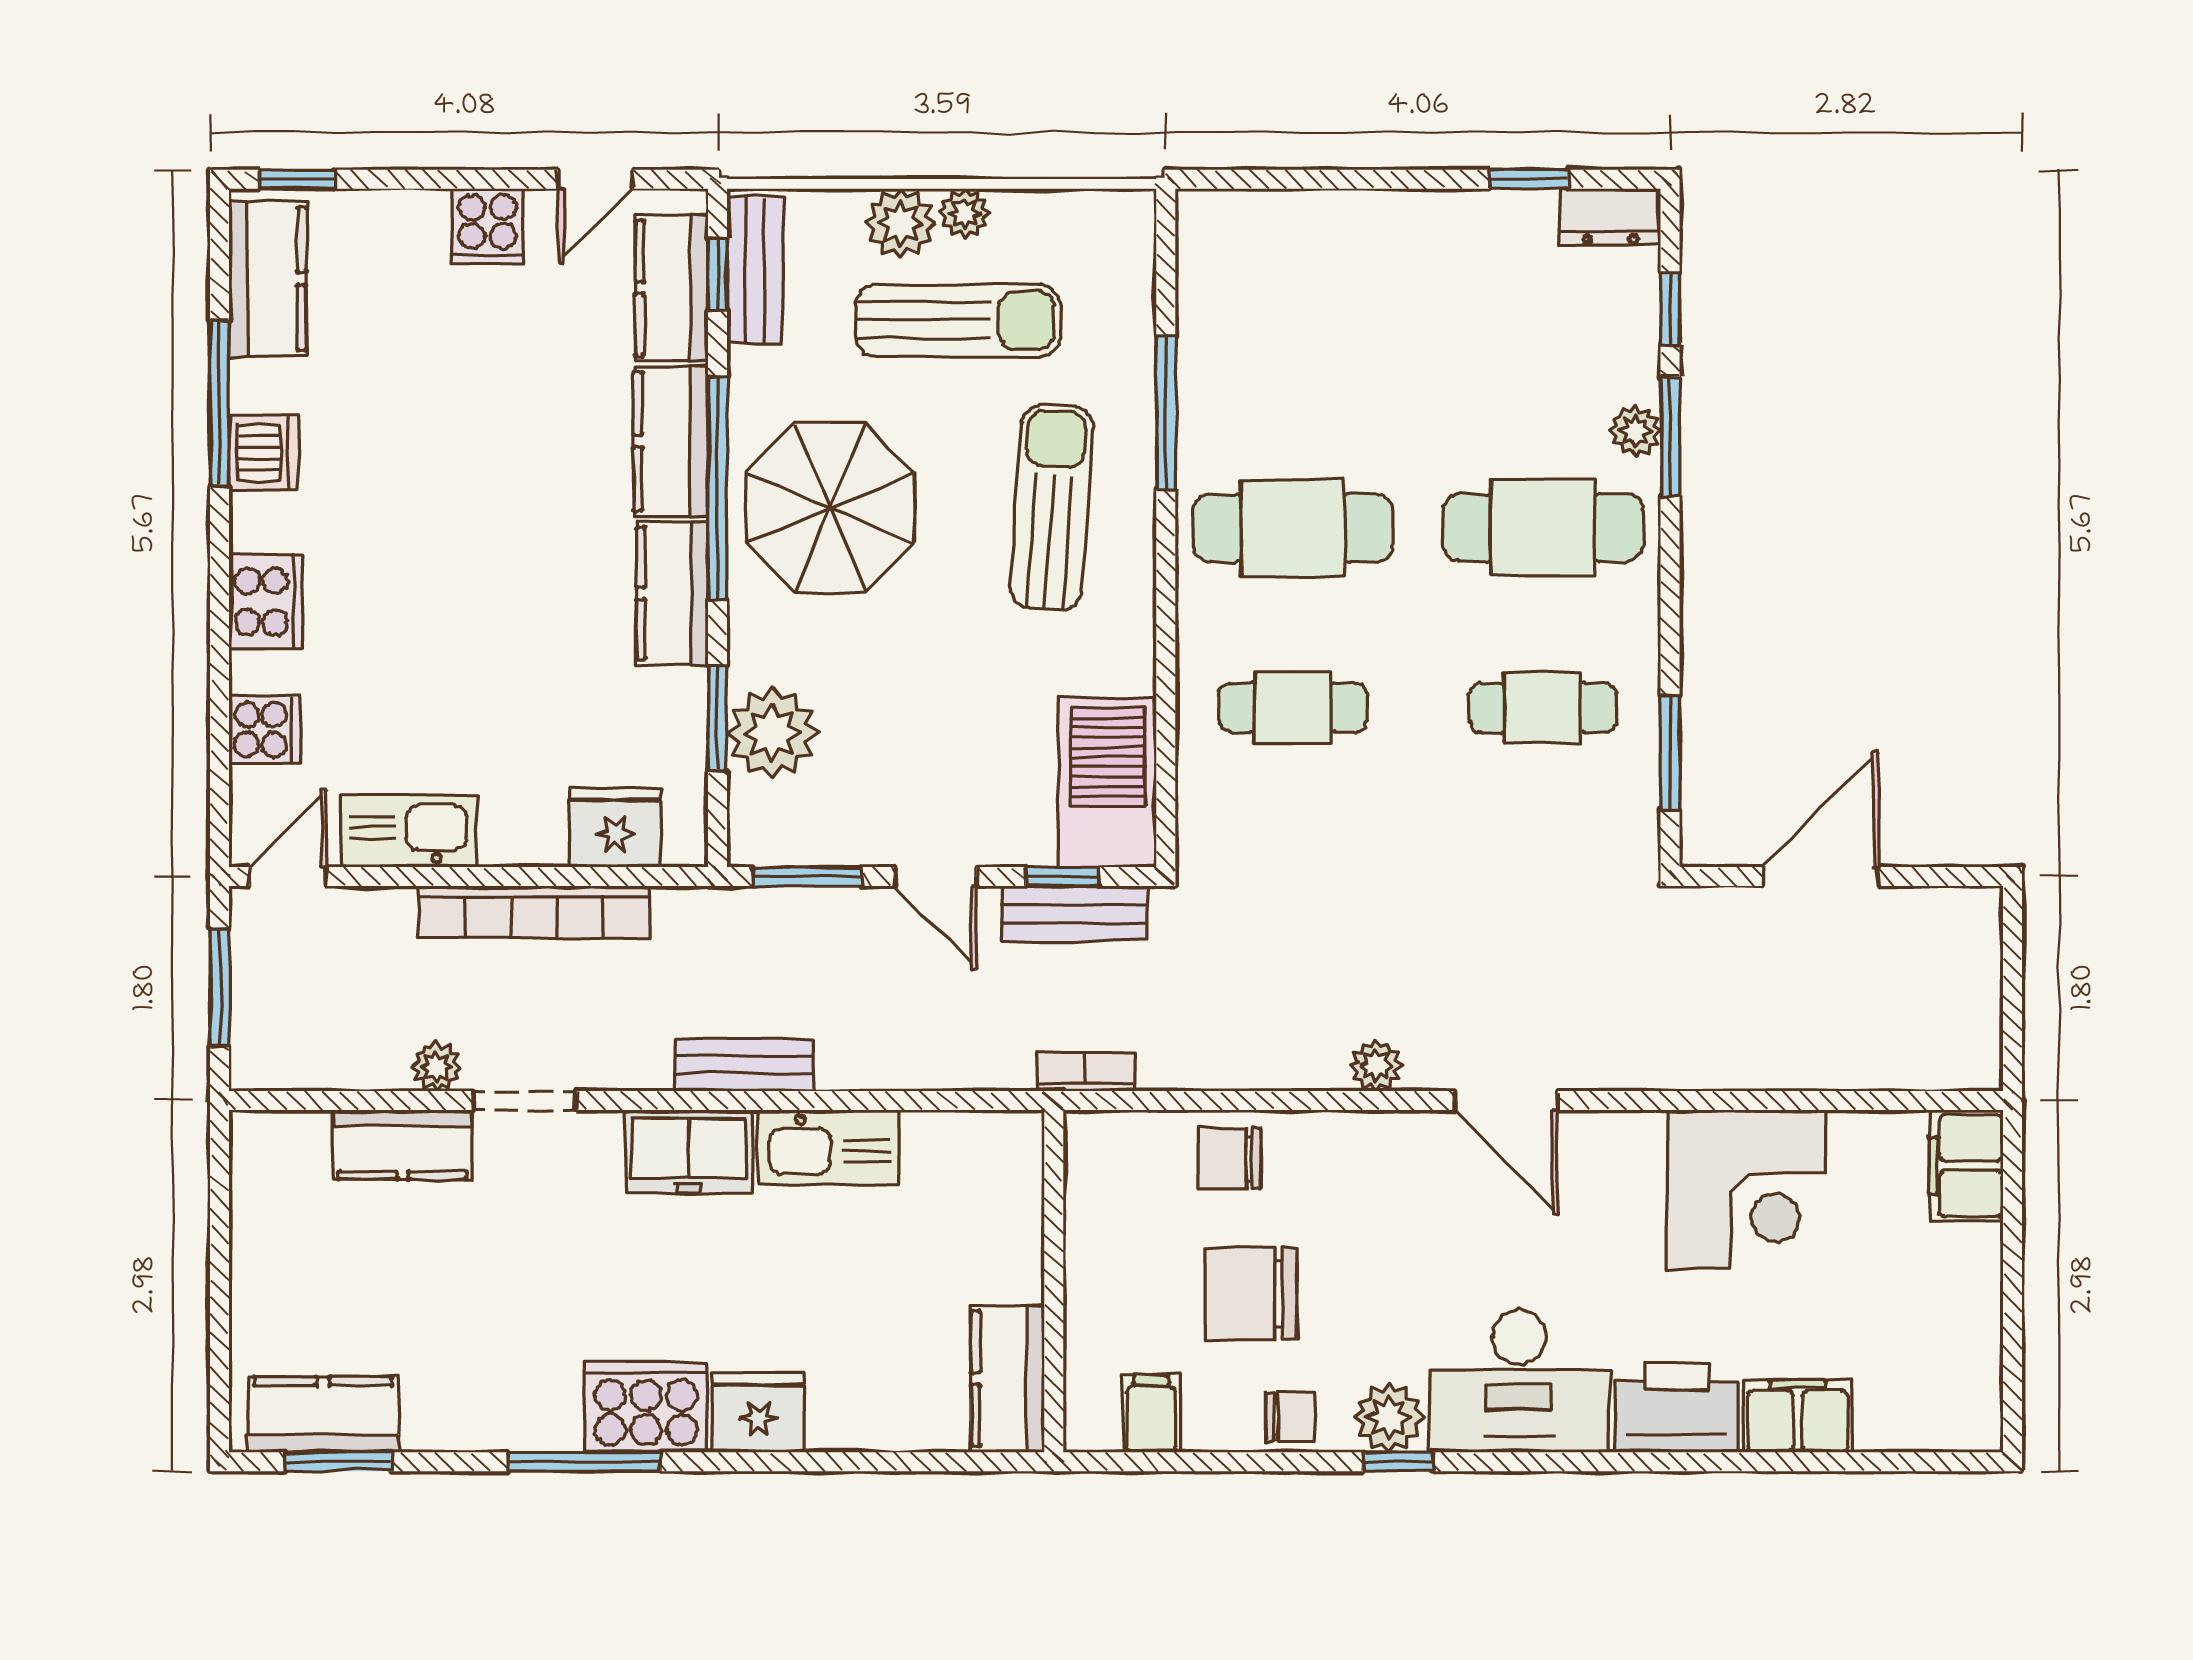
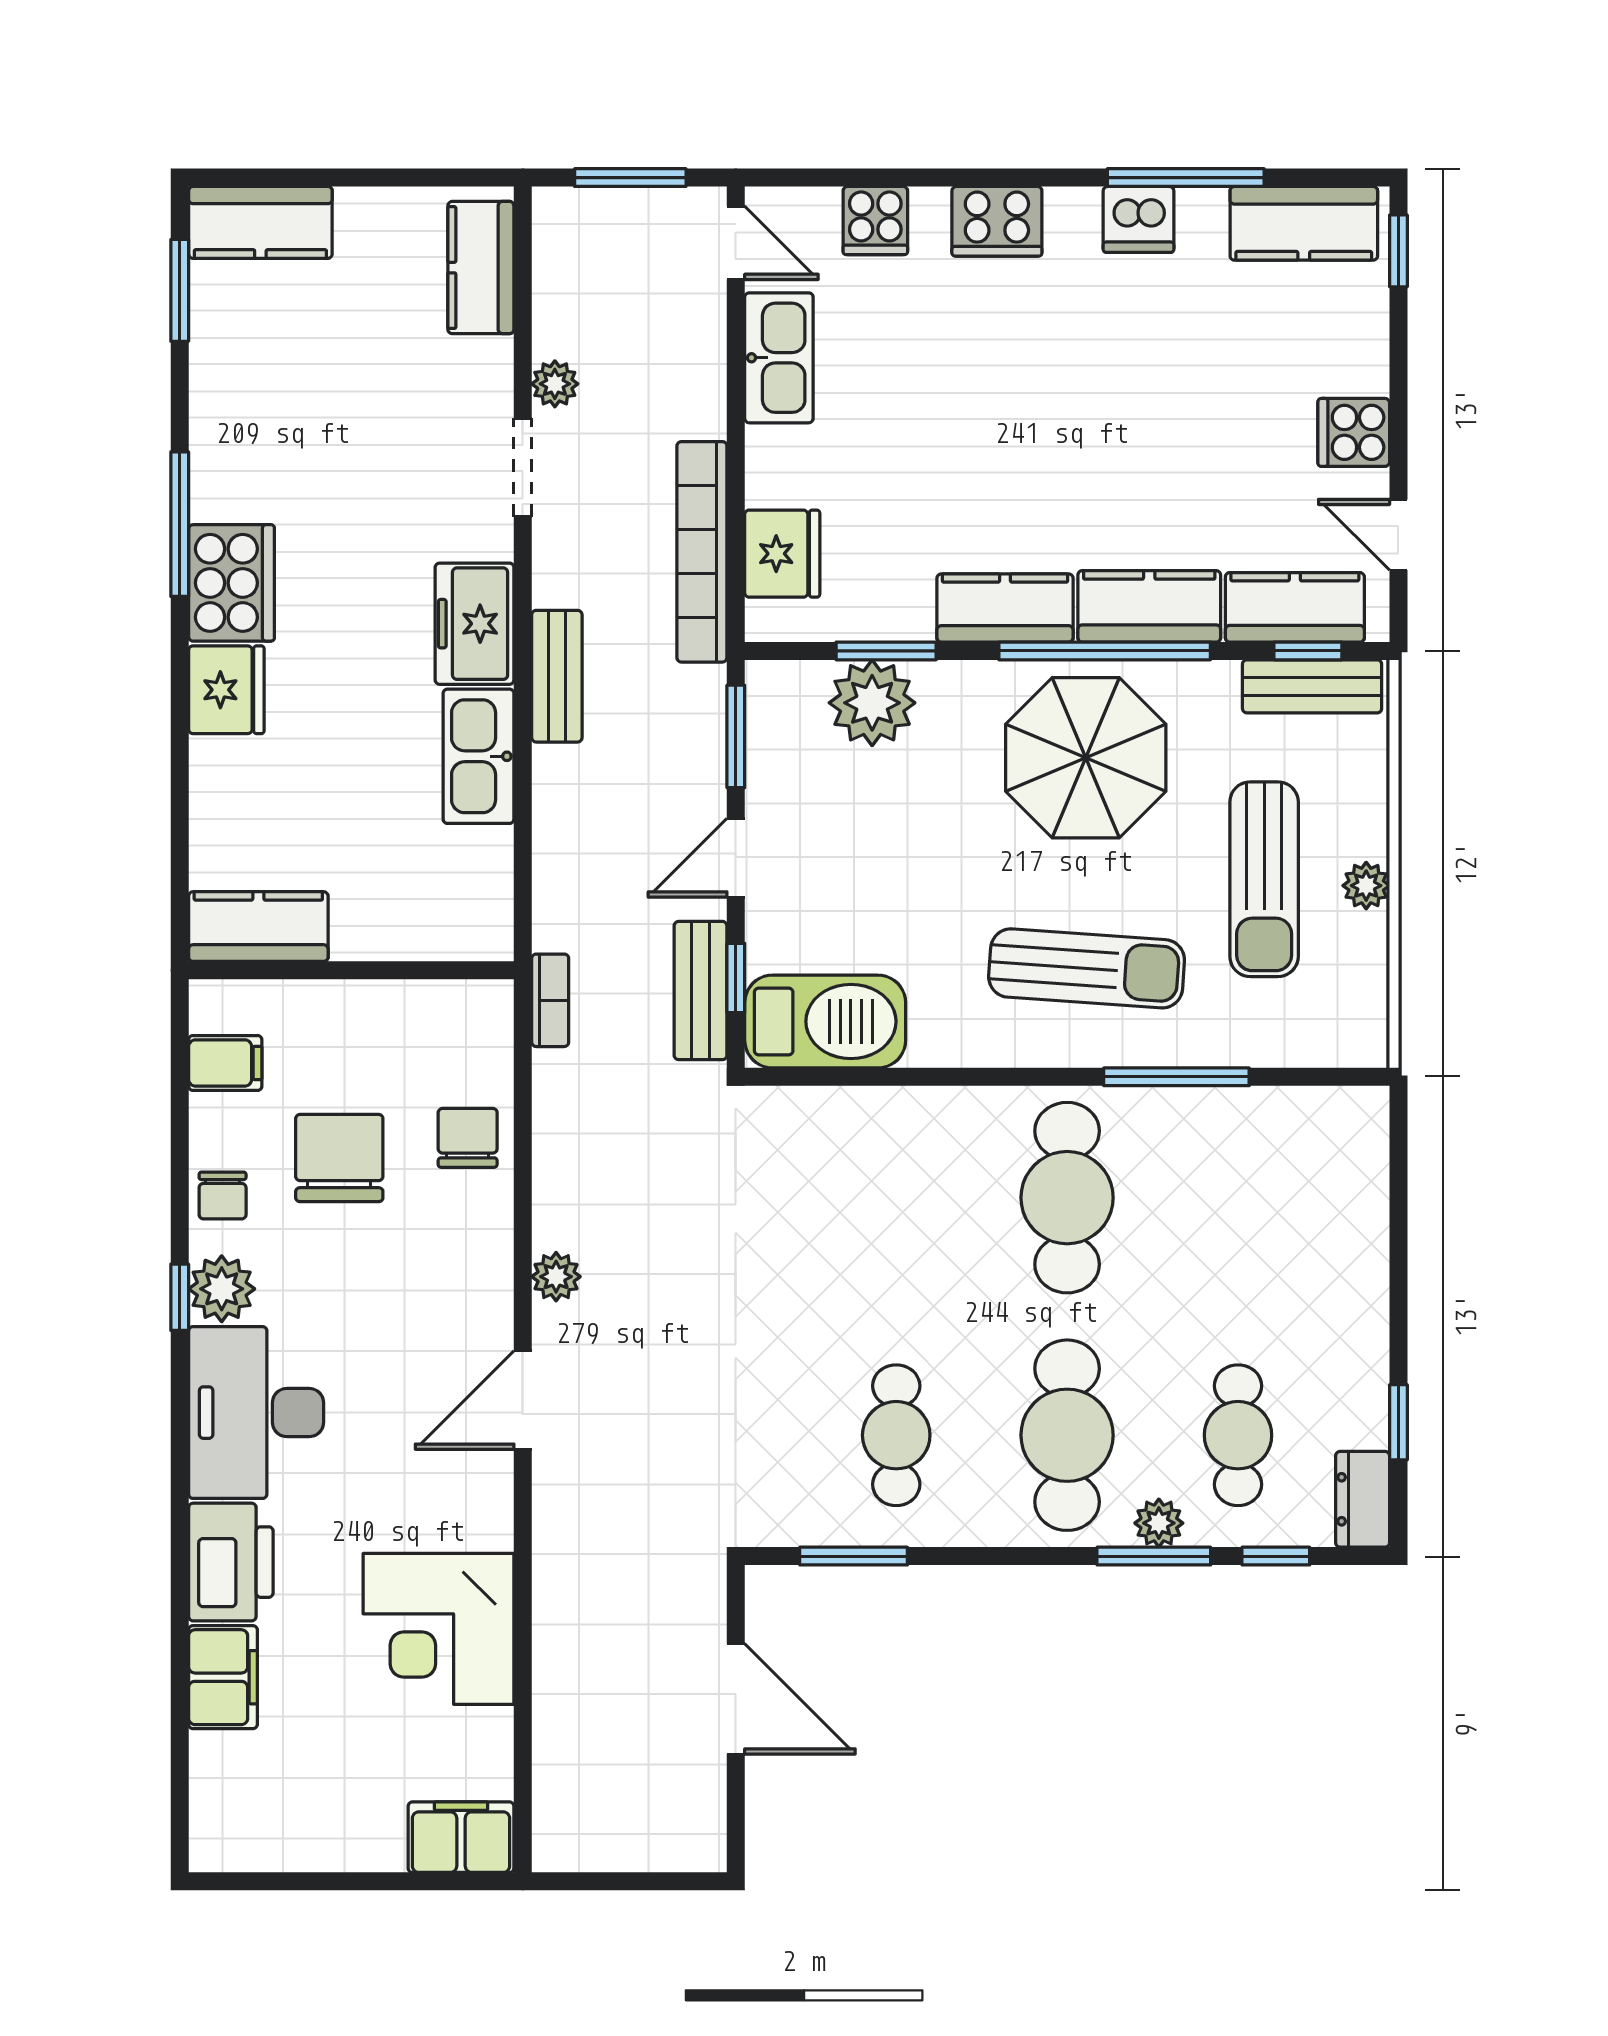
plant: (900, 223) -> (1356, 824), removed
cafe table: (1293, 708) -> (1238, 1435), moved
bookcase: (534, 912) -> (702, 552), moved
kitchen counter: (403, 1145) -> (481, 268), moved
kitchen counter: (323, 1415) -> (260, 222), moved, turned 90

